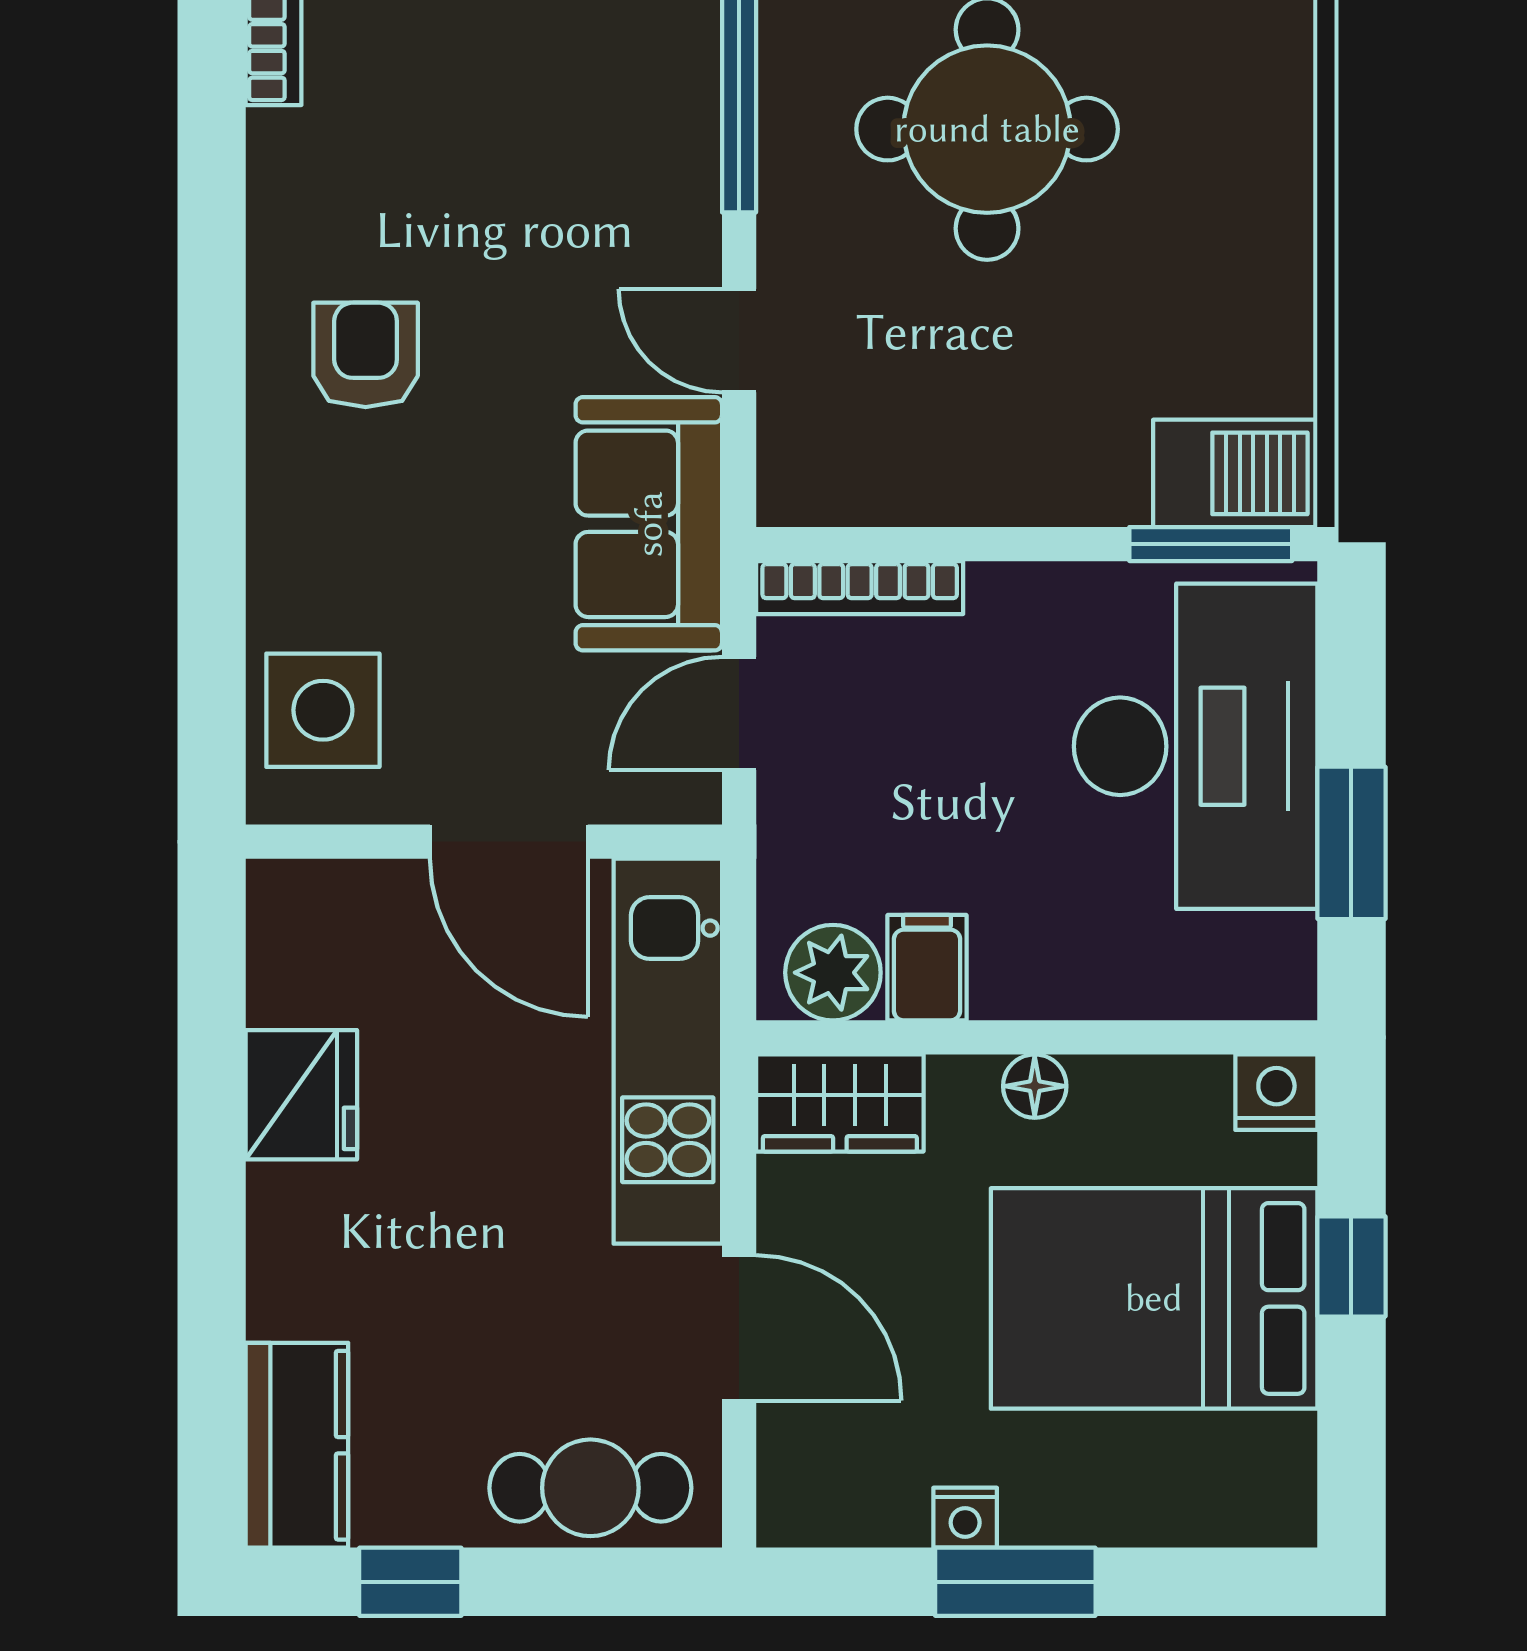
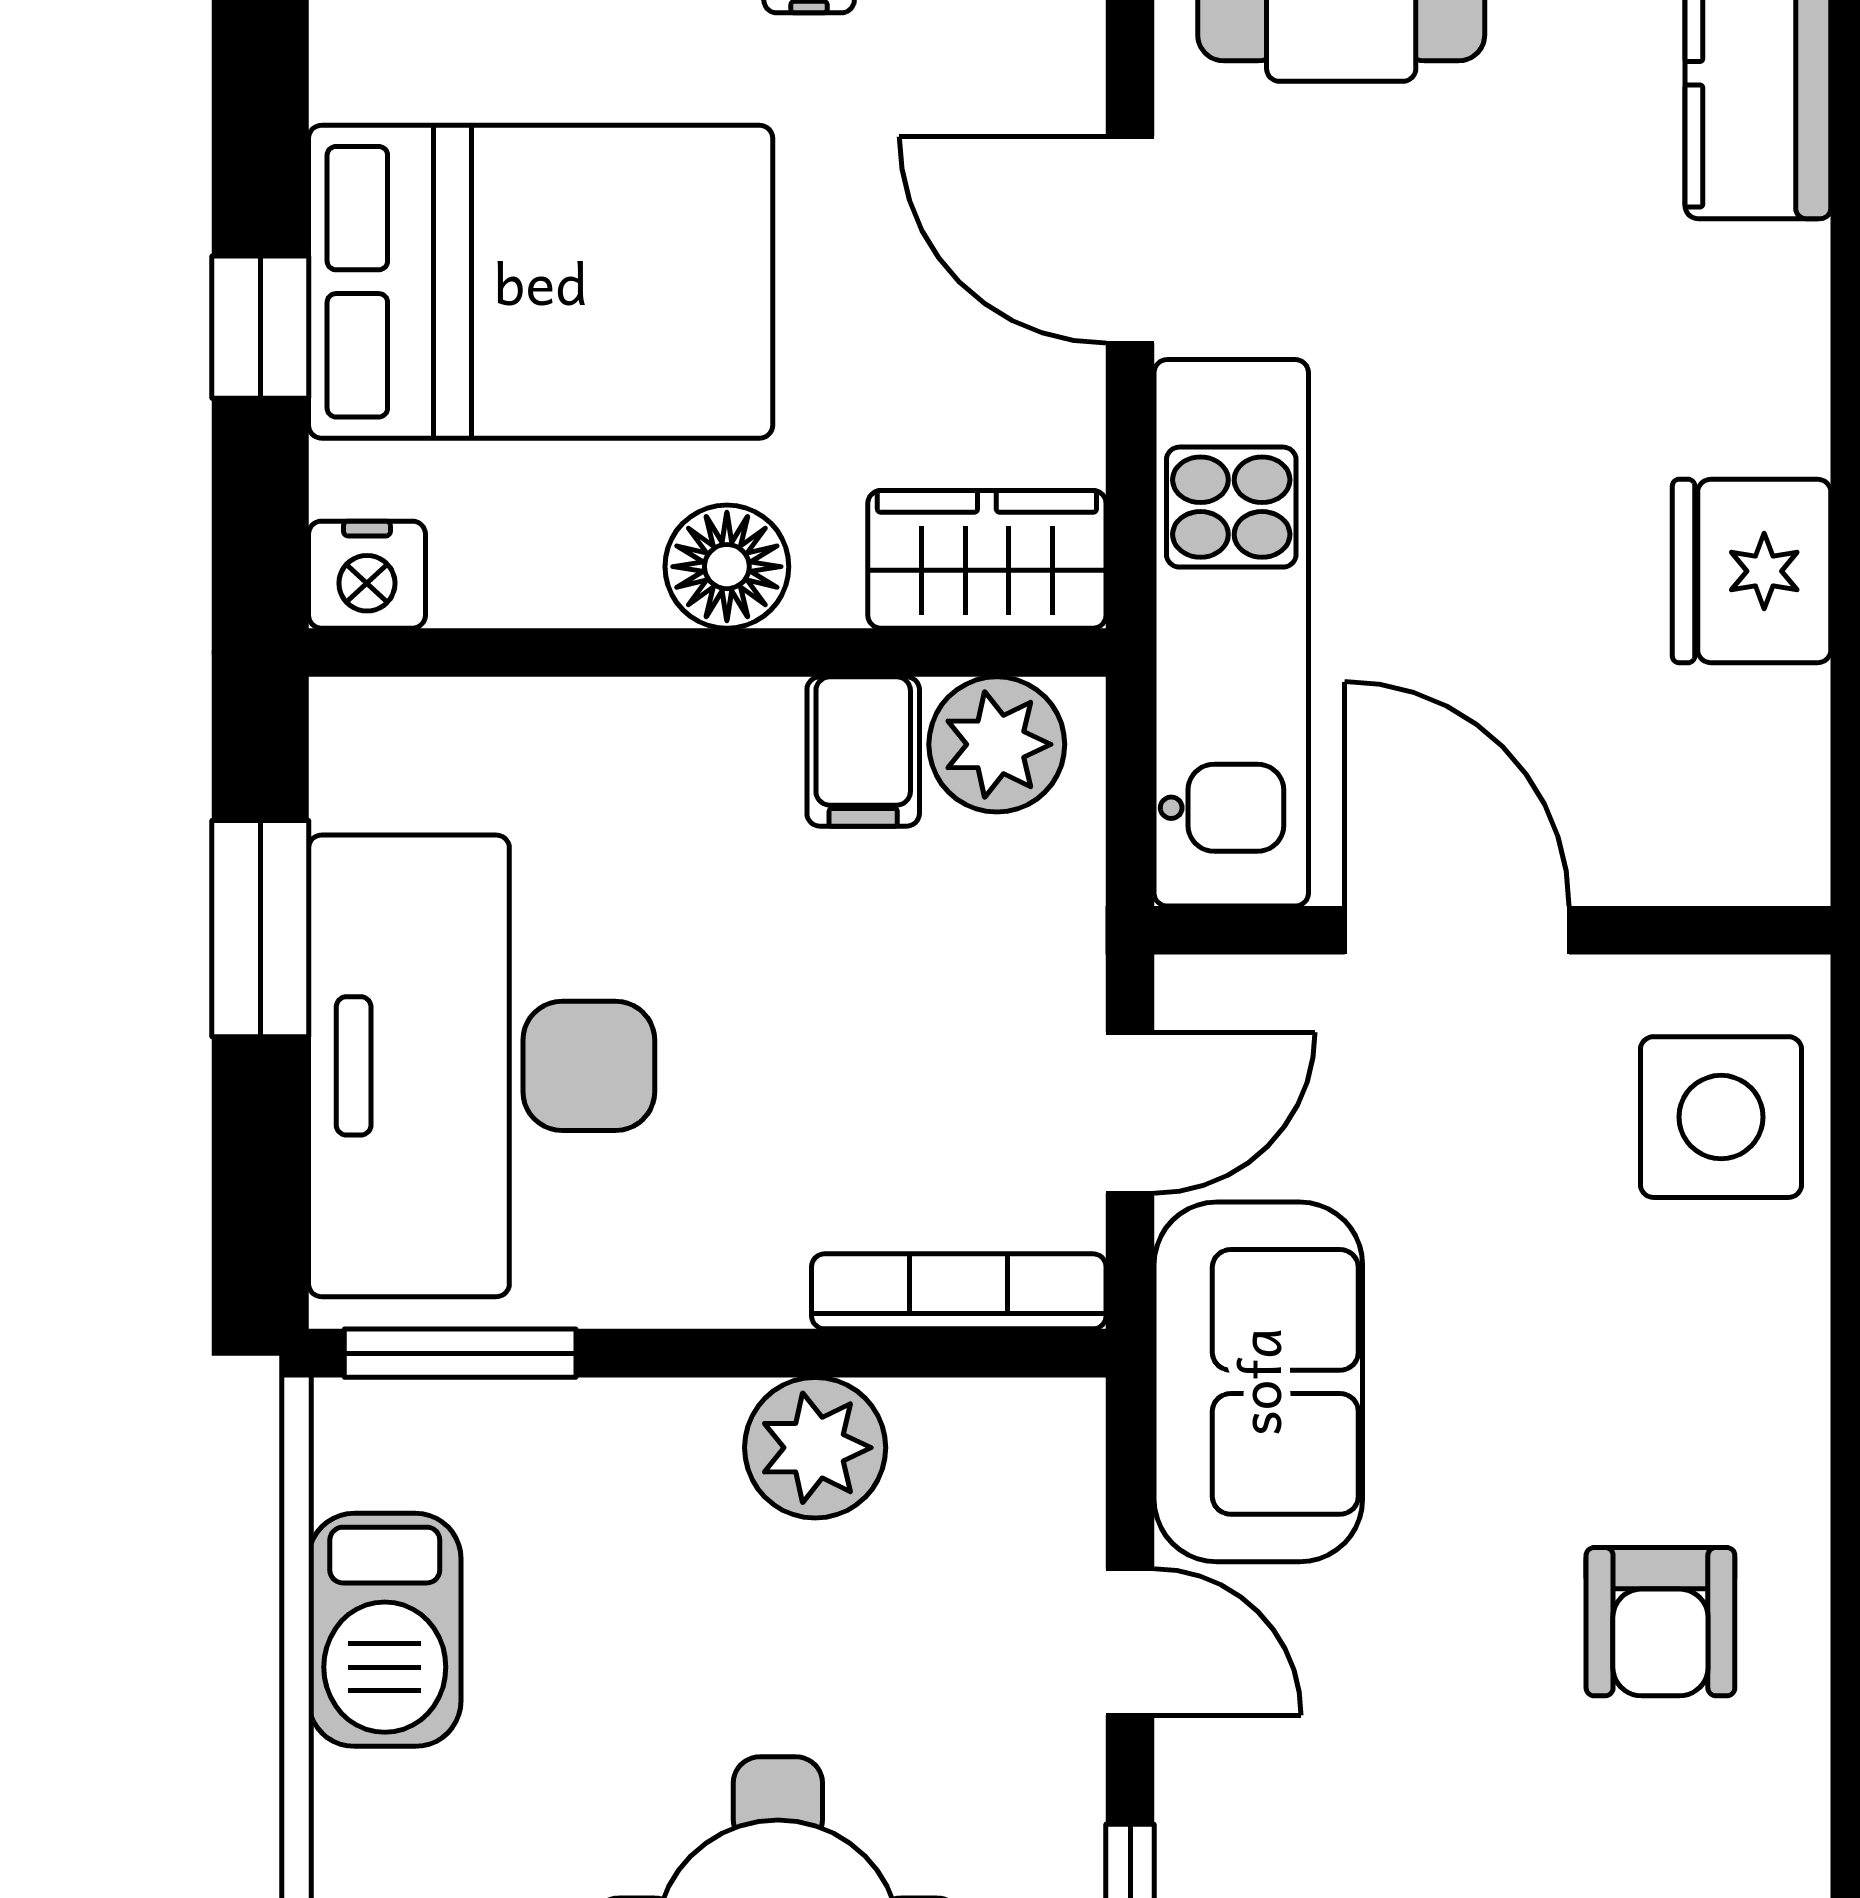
barbecue: (1235, 473) -> (385, 1630), moved, turned -90
plant: (961, 477) -> (815, 1448), added
floor lamp: (1035, 1086) -> (727, 567), width x1.37, depth x1.37

